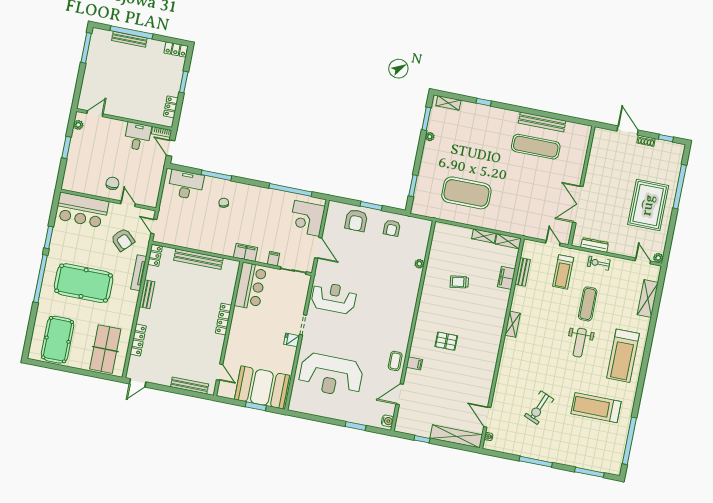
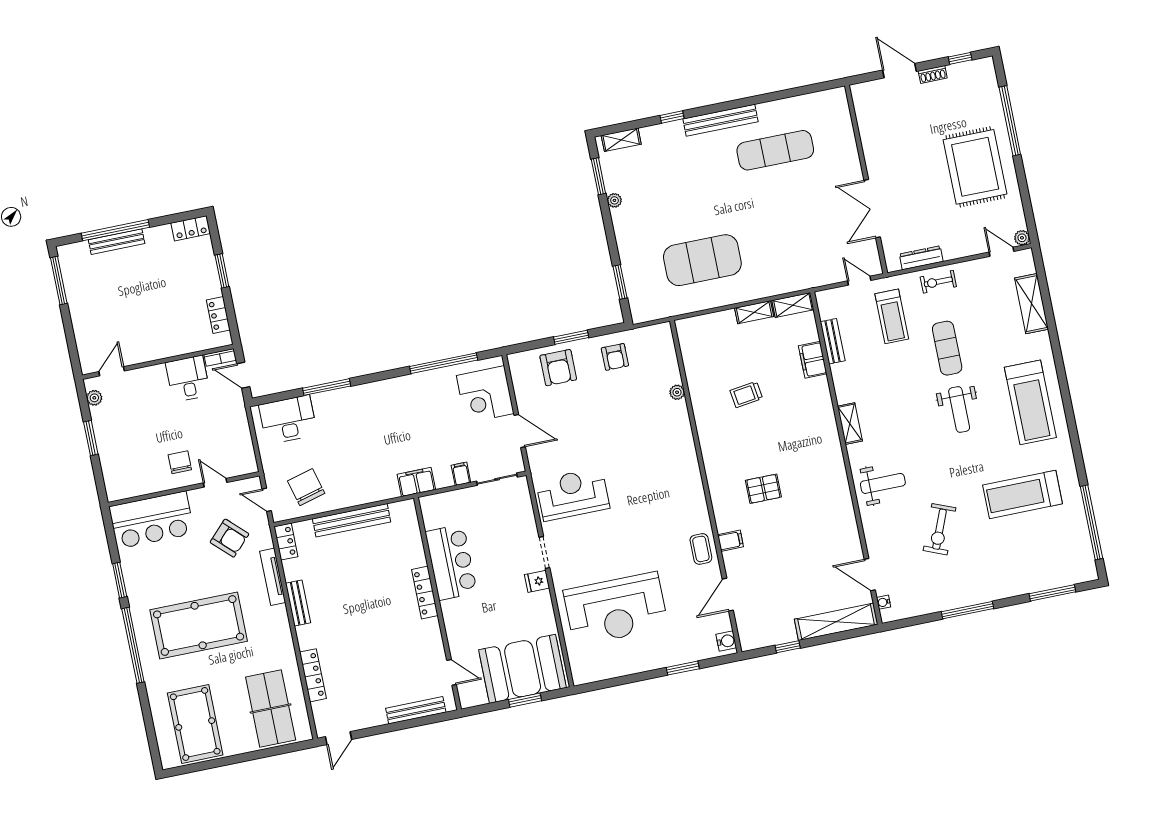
bench: (542, 122) -> (720, 120), moved
chair: (224, 203) -> (306, 487), moved, width x1.87, depth x1.87
bar counter: (251, 286) -> (451, 562), moved
weight bench: (517, 367) -> (883, 483), added

